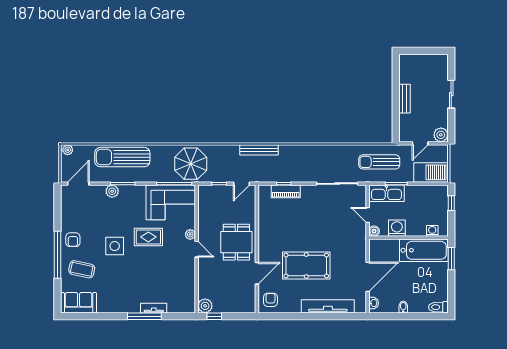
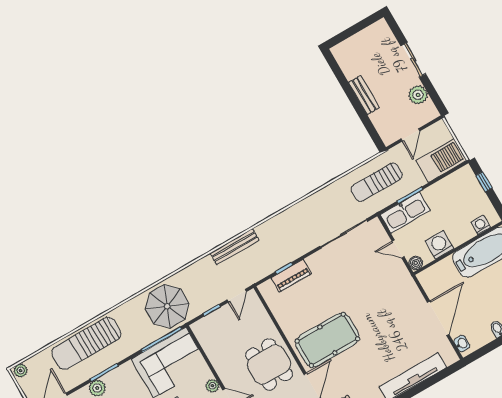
plant: (441, 135) -> (418, 95), moved
pool table: (306, 266) -> (327, 340), moved

